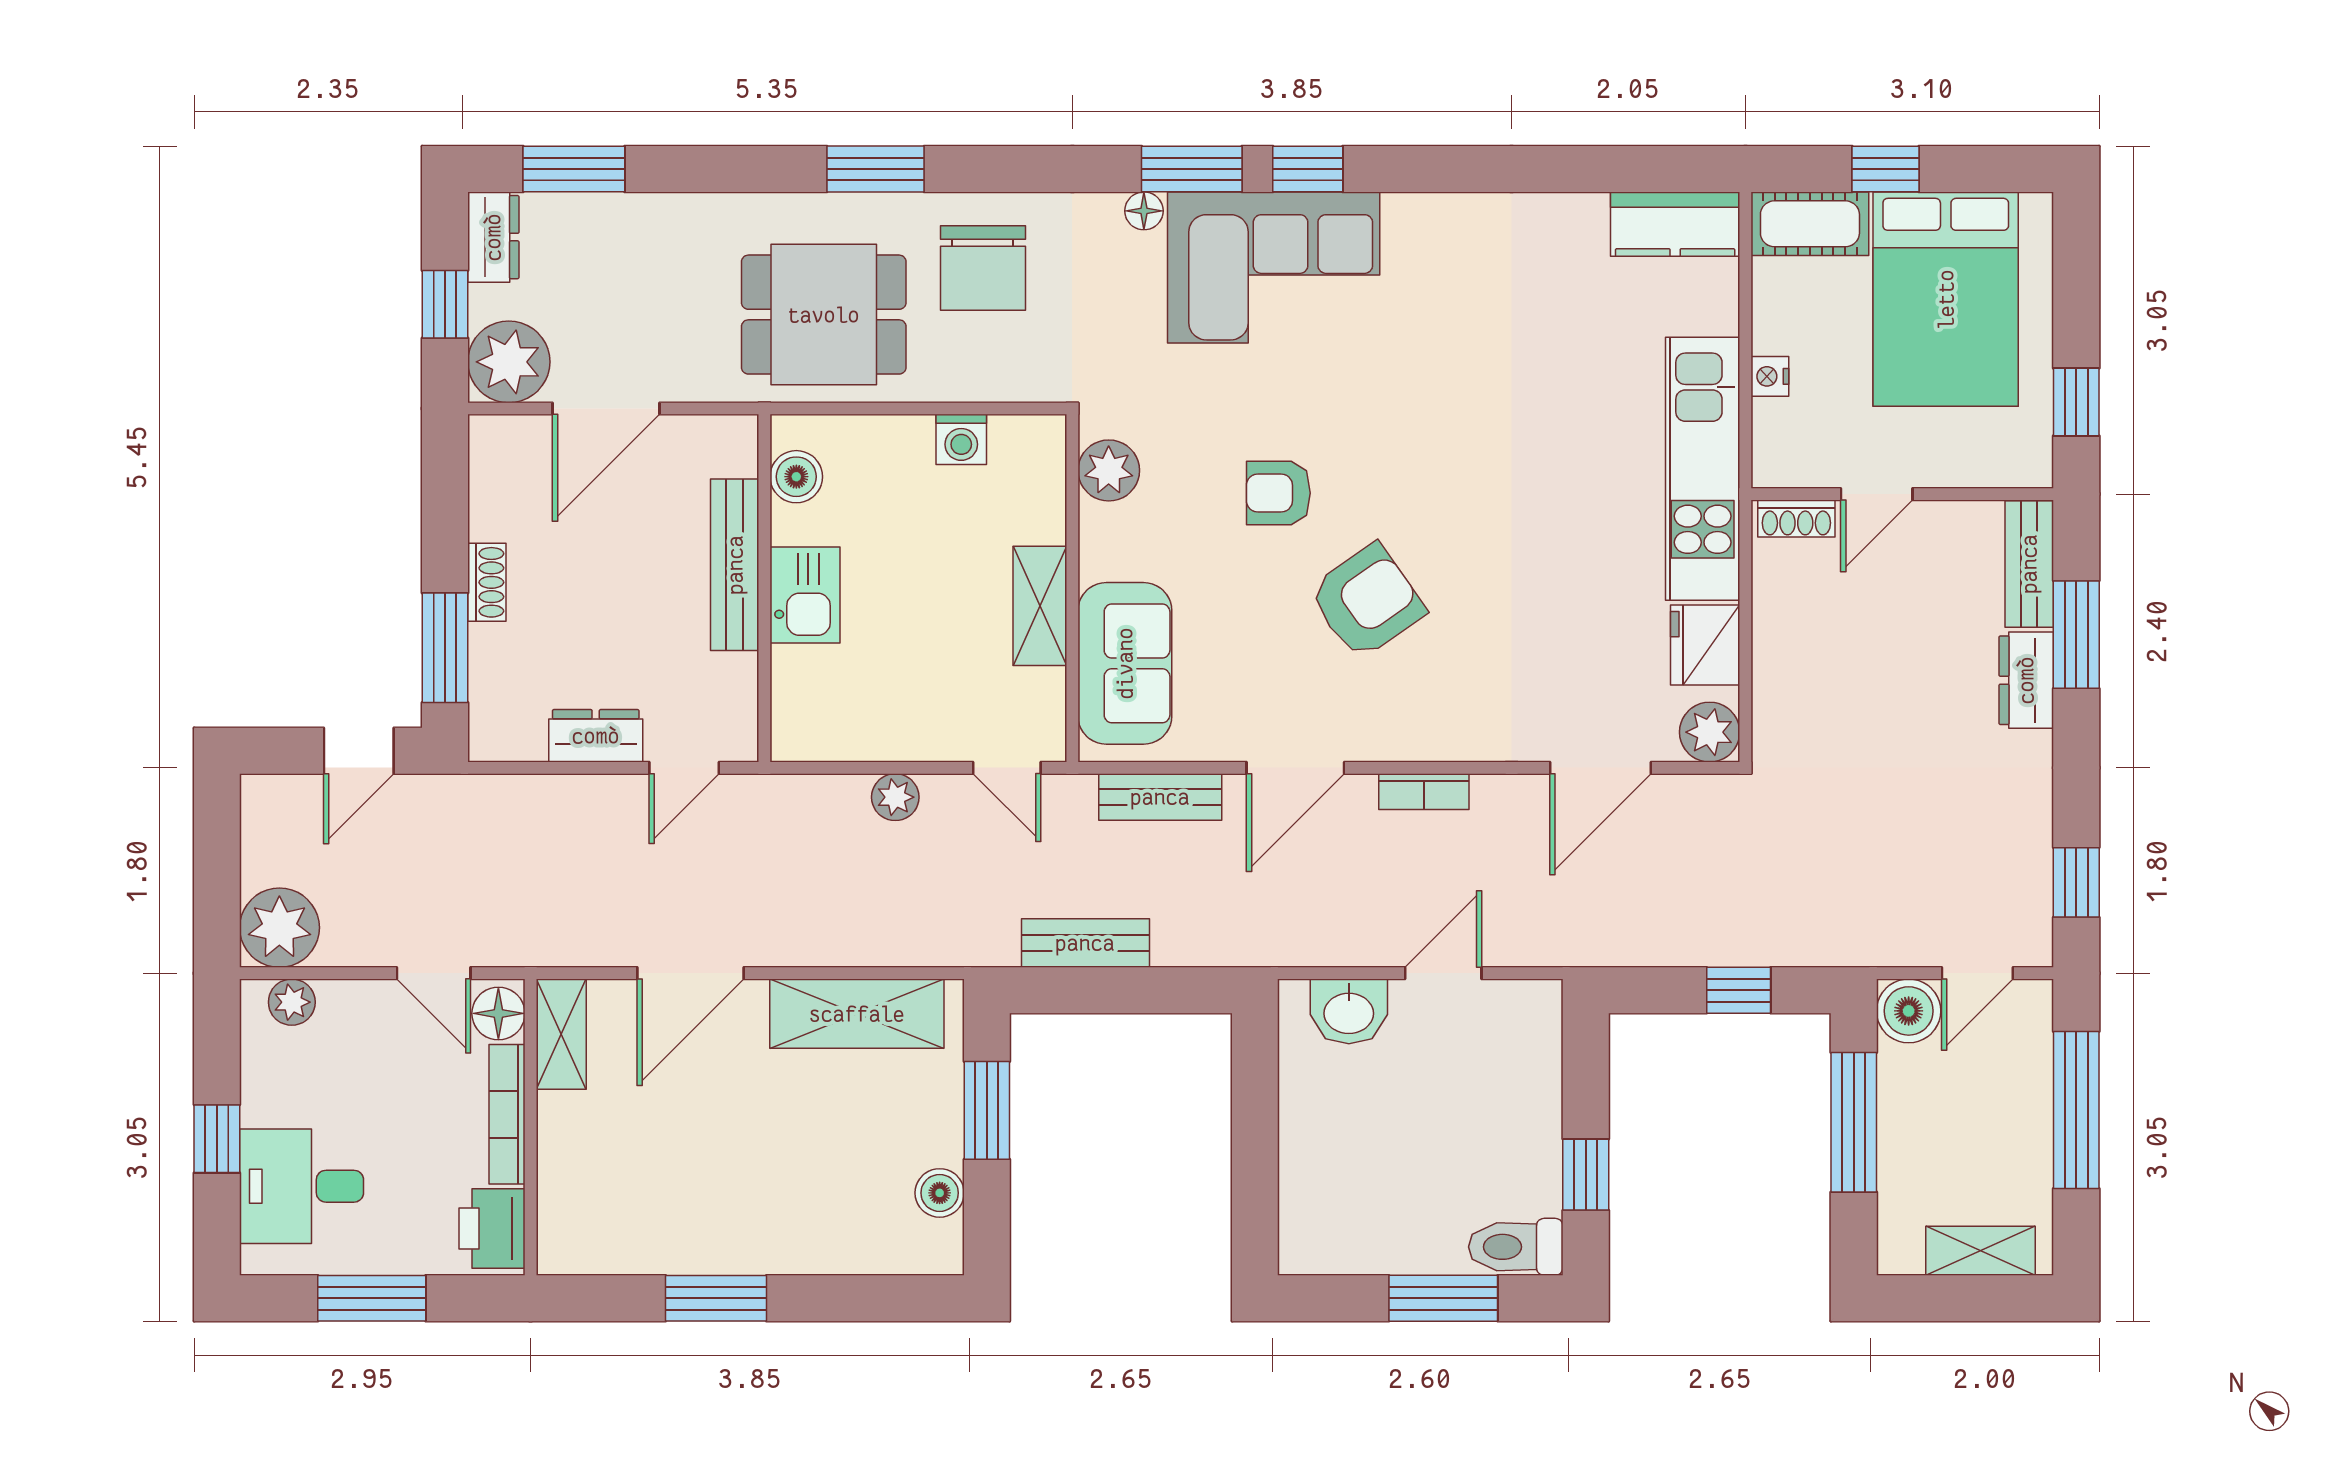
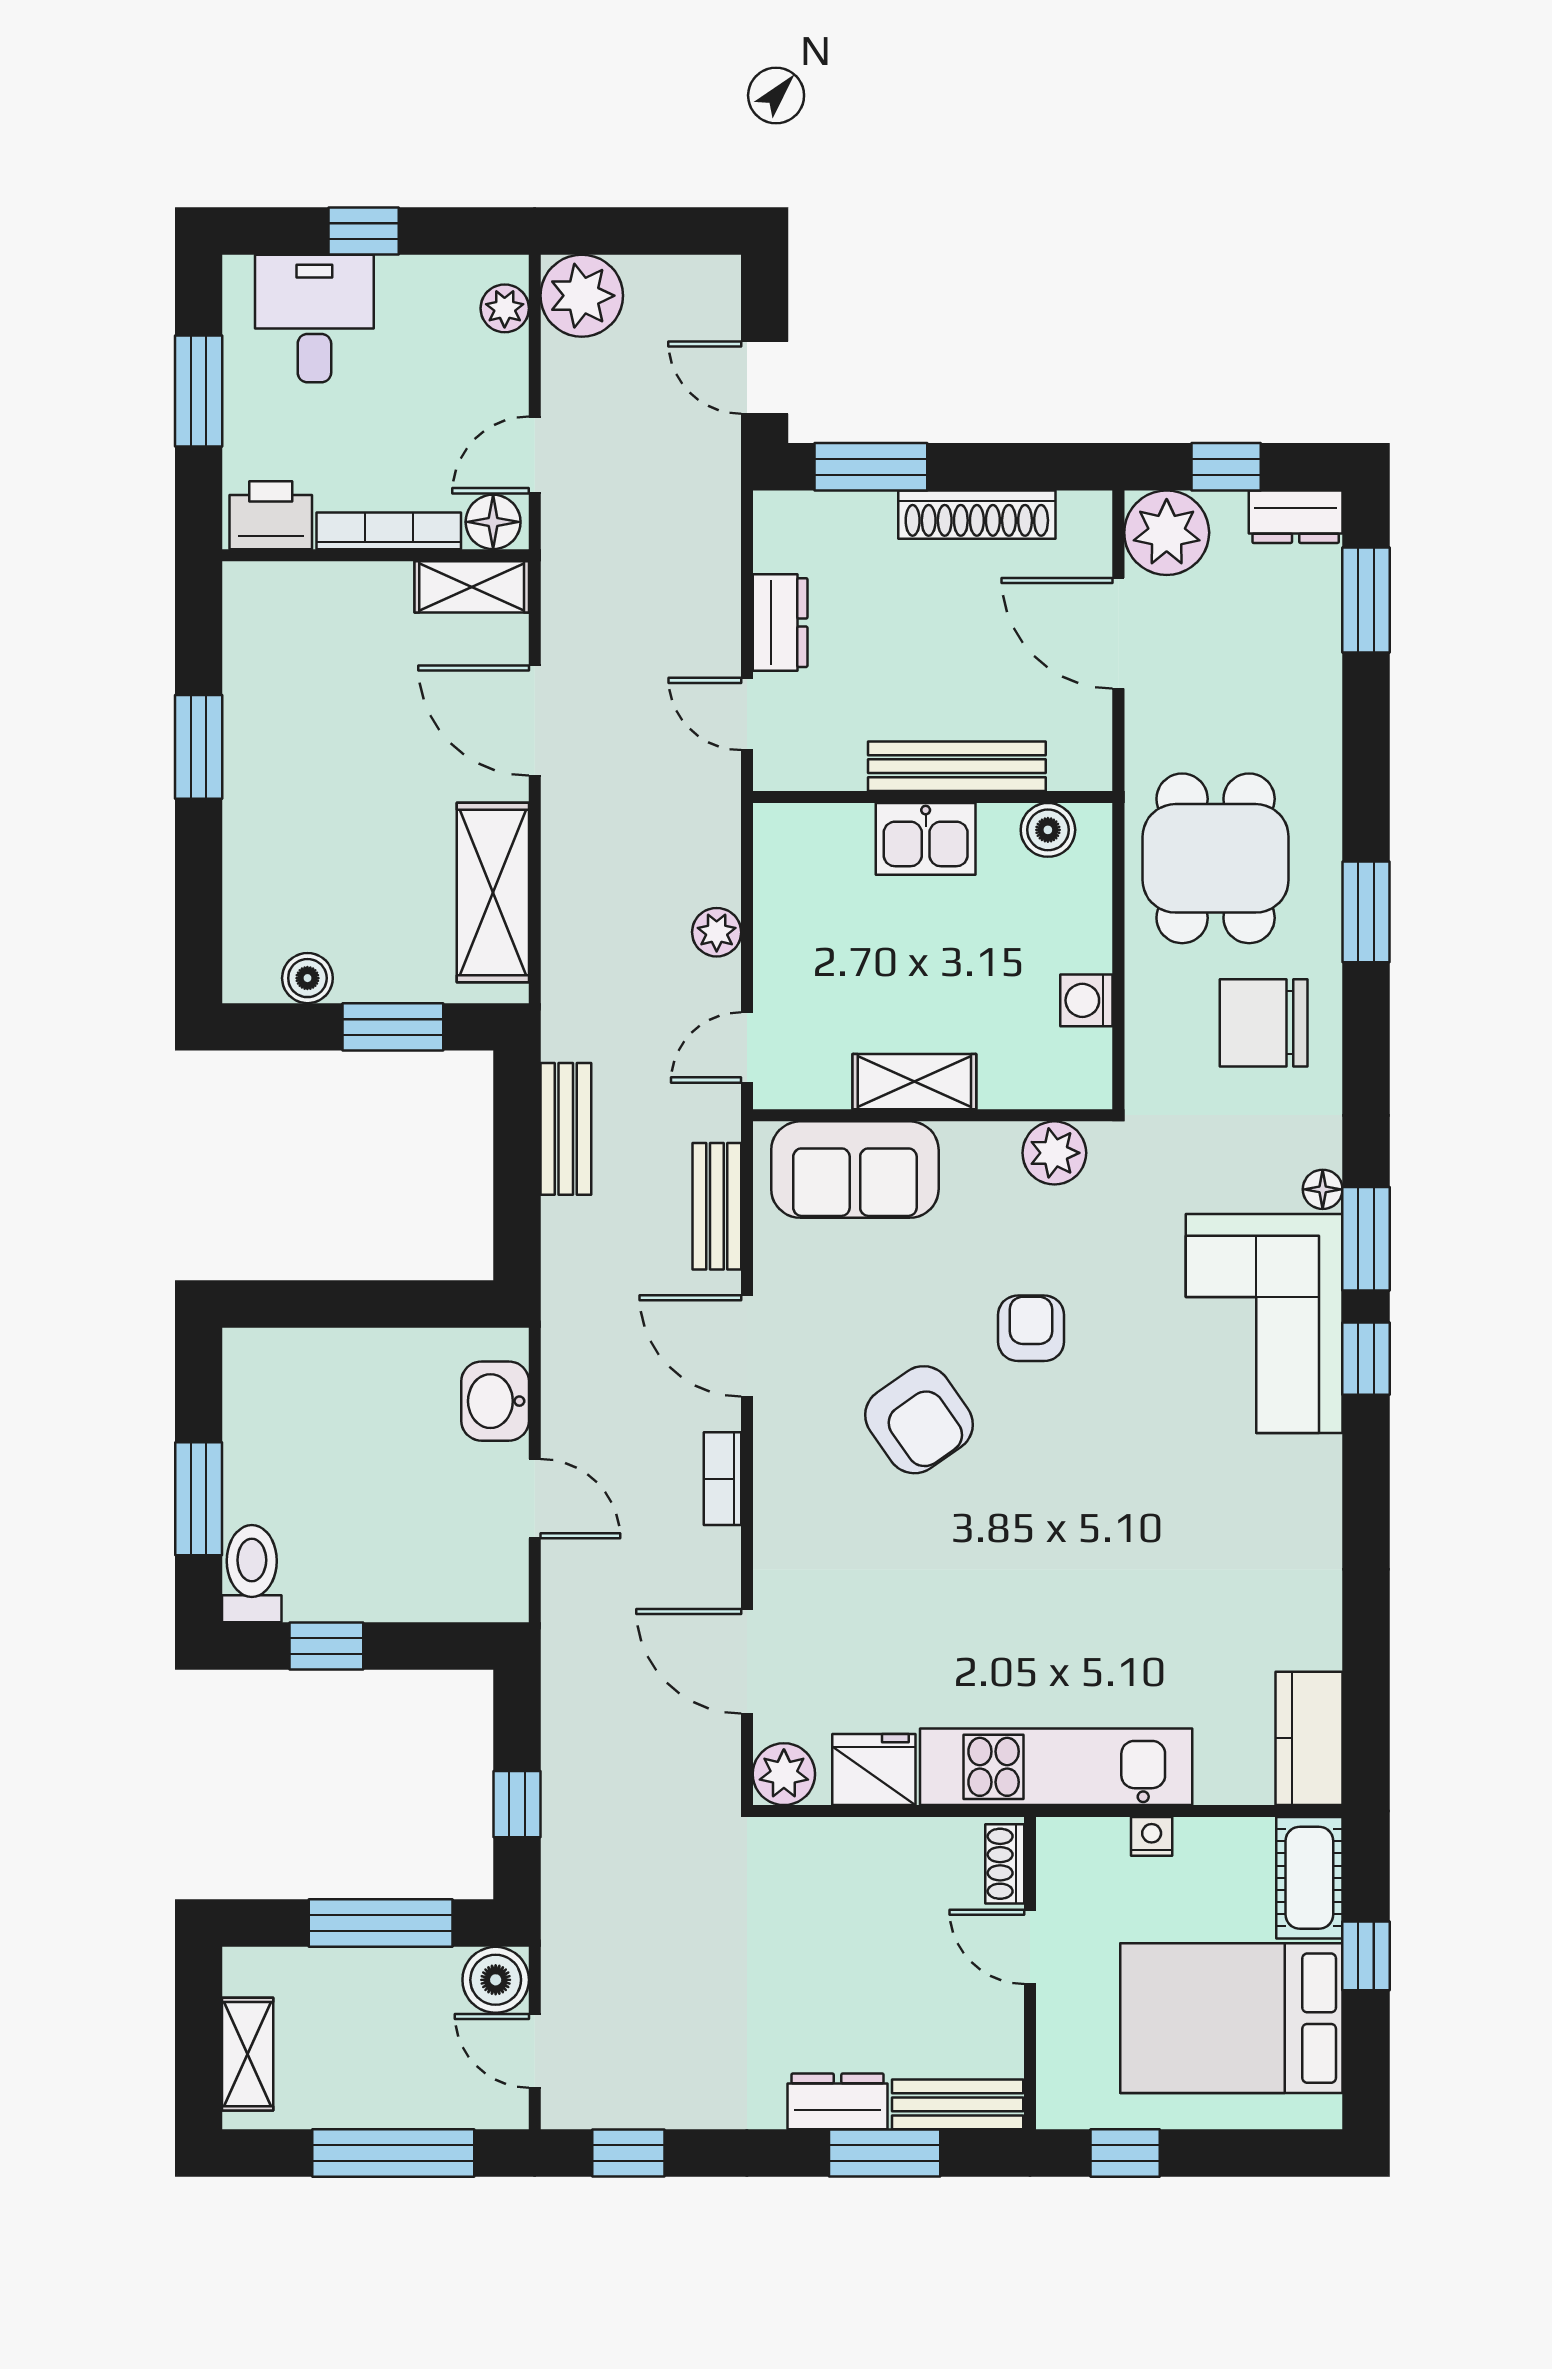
shoe rack: (487, 582) -> (977, 515), width x1.94, depth x1.24

